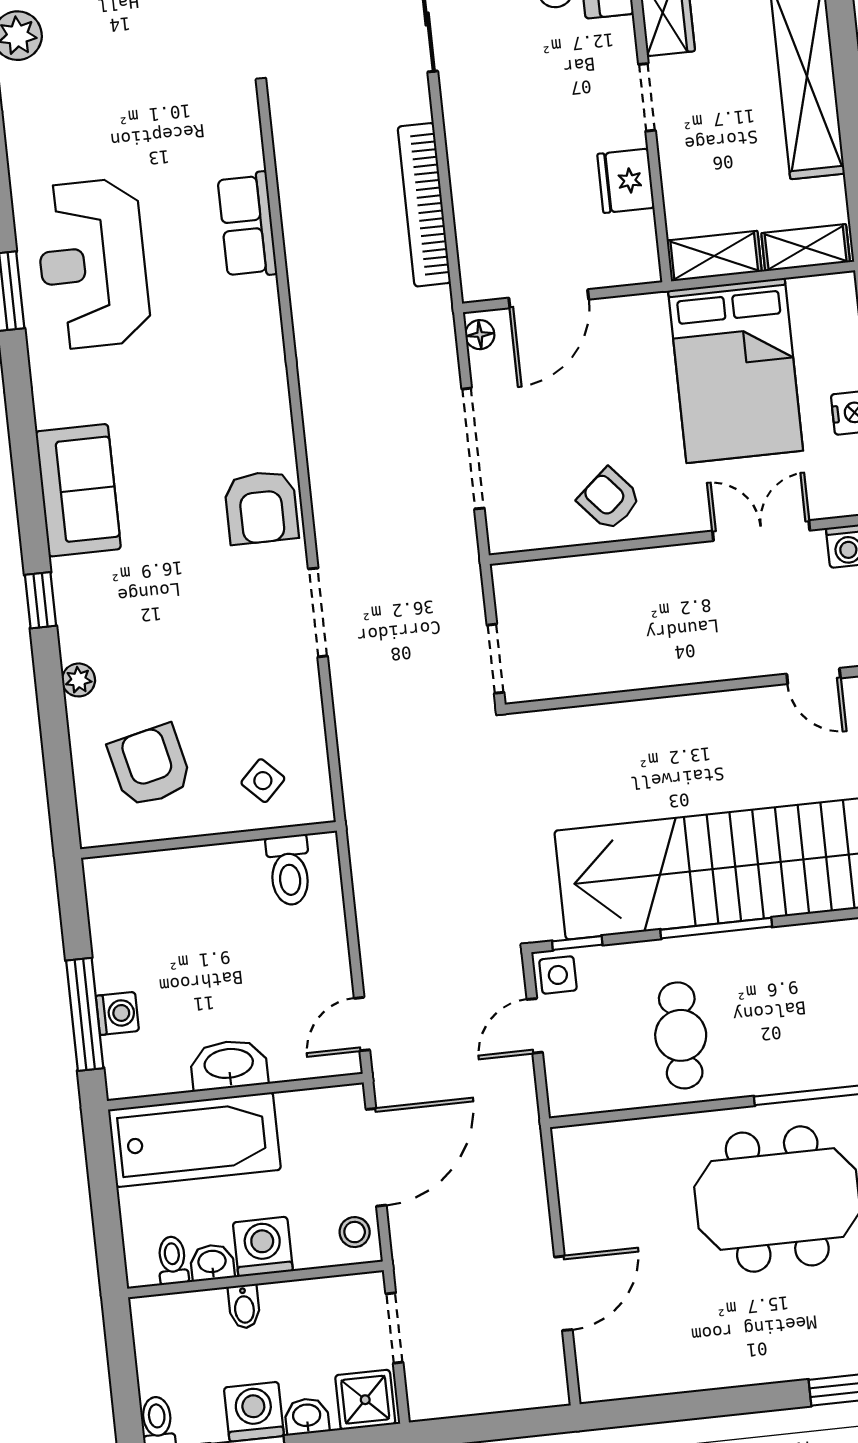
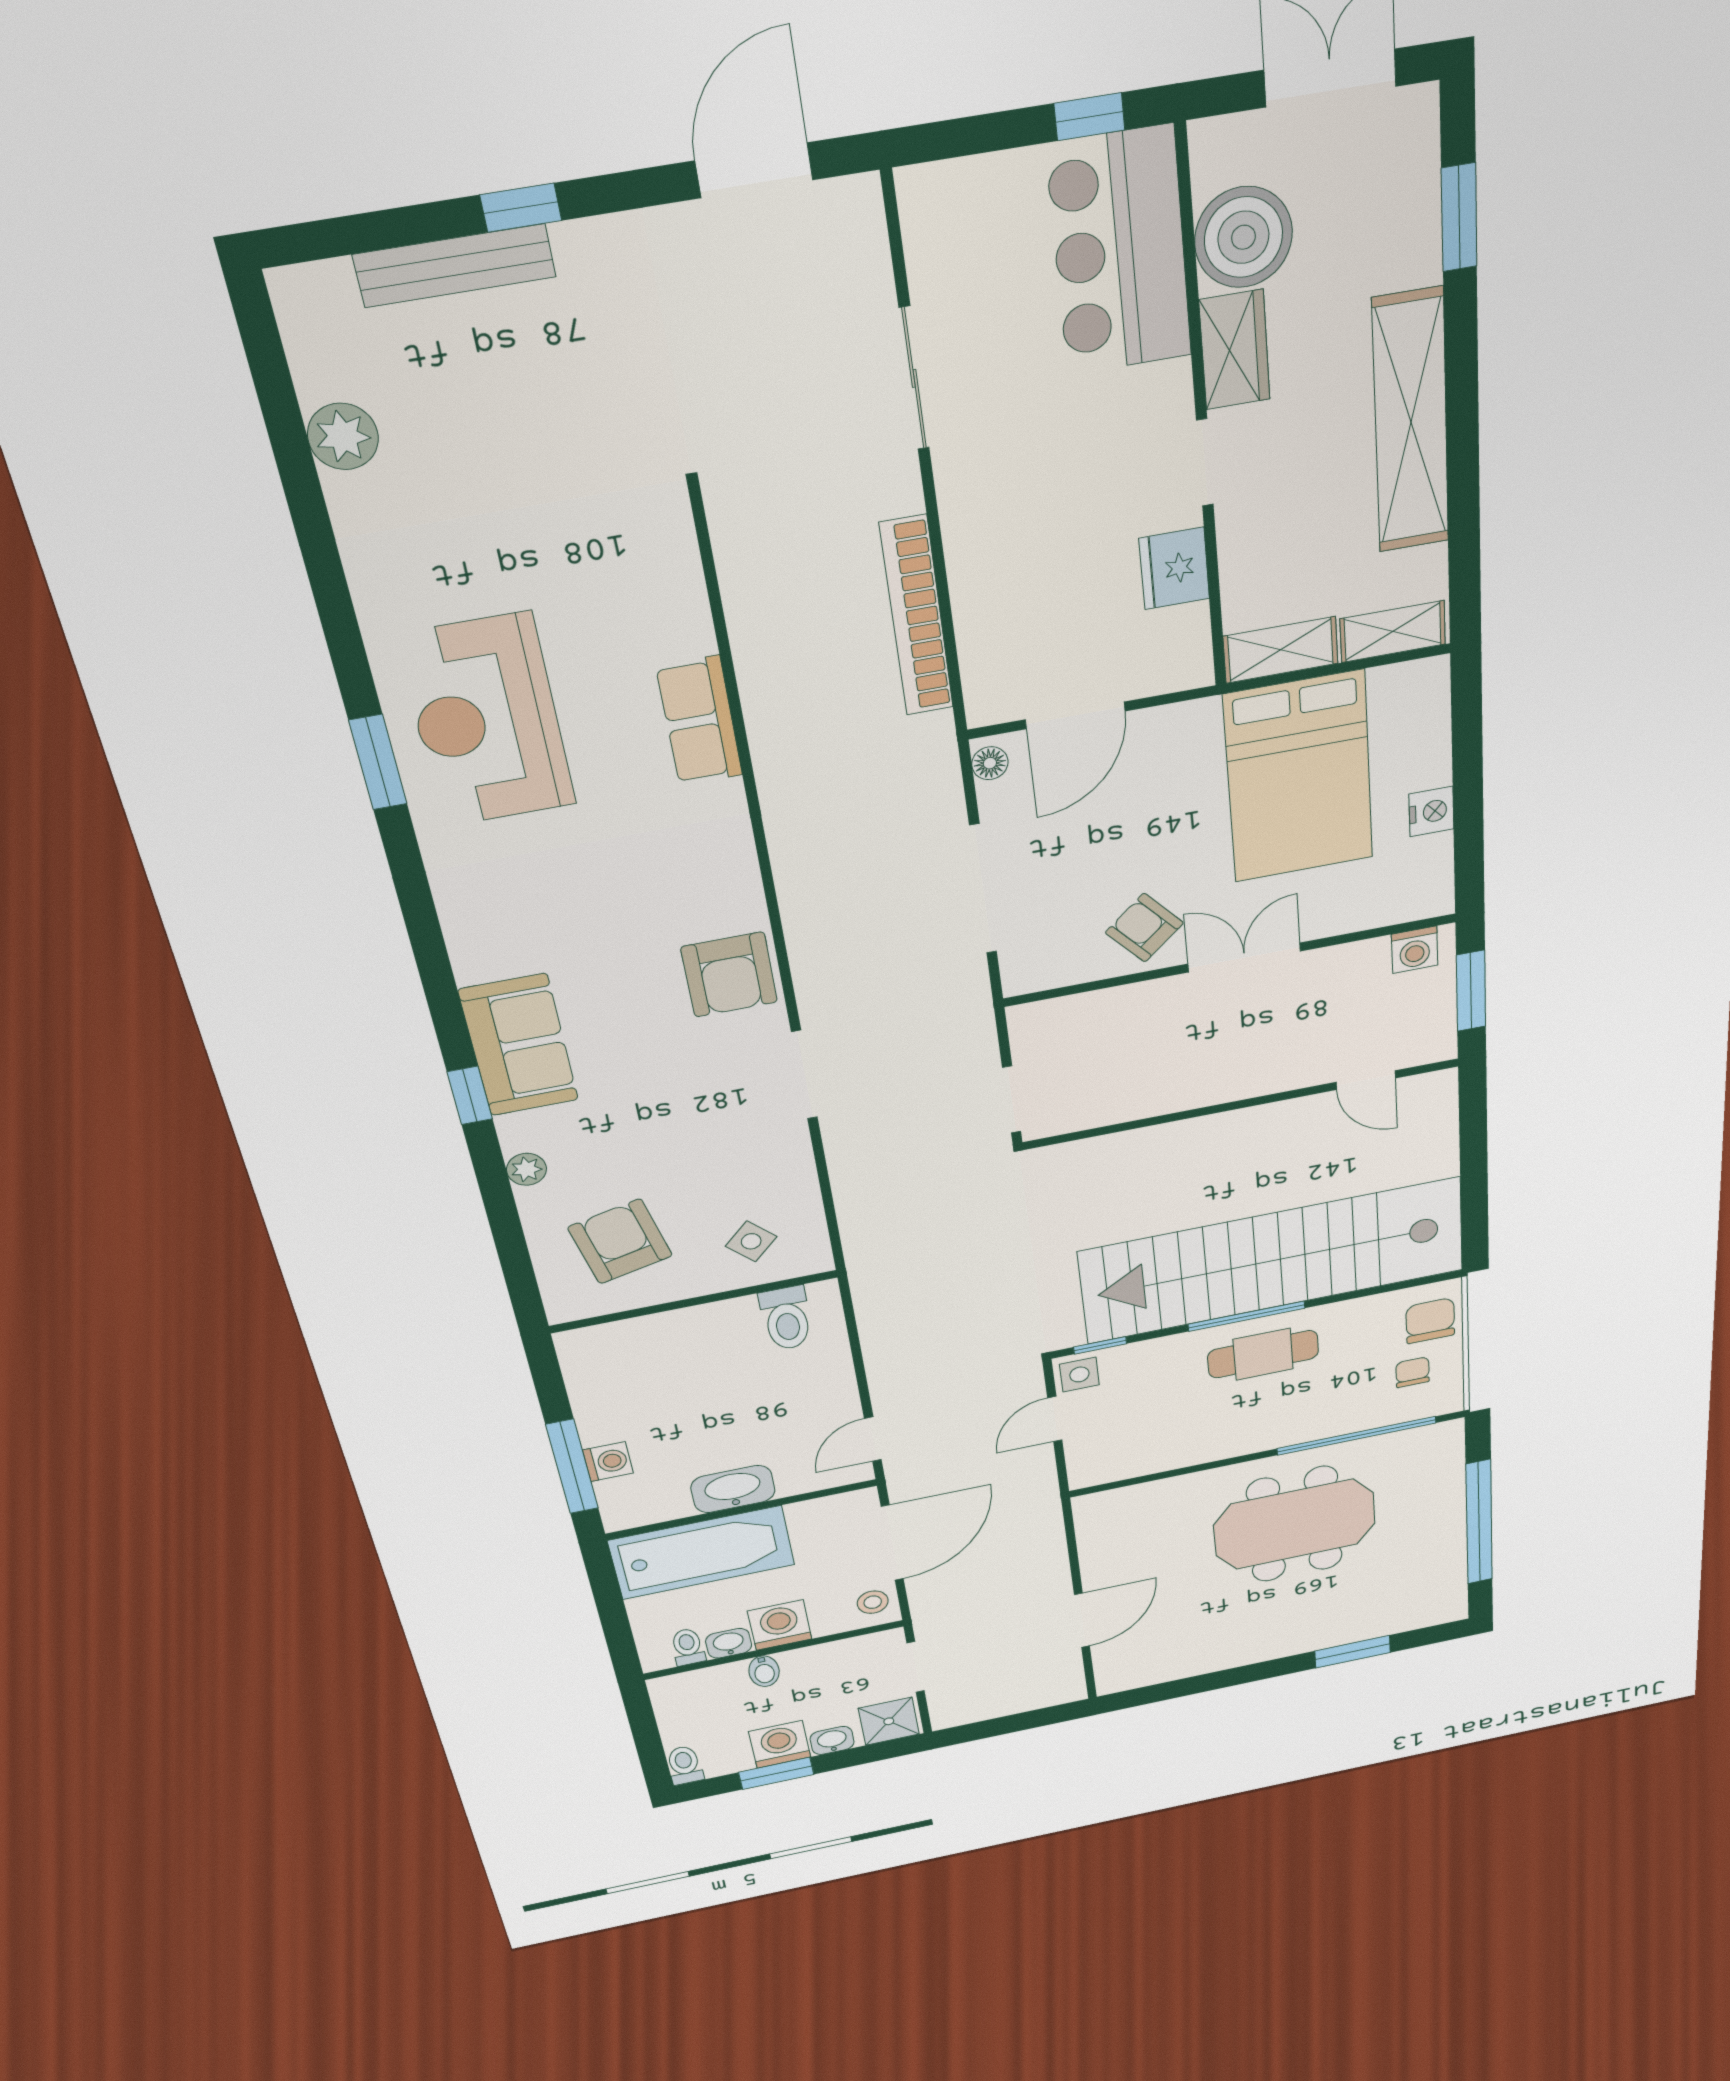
row of seats: (247, 225) -> (699, 721), moved
sofa: (78, 490) -> (519, 1045), moved
double door: (761, 531) -> (1244, 957), moved
cafe table: (681, 1035) -> (1263, 1354), moved, turned 90

